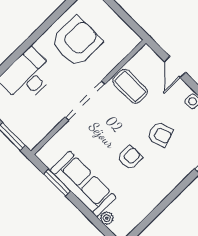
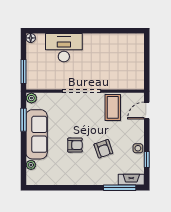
armchair: (76, 42) -> (108, 55), removed
door: (175, 67) -> (147, 110), moved
plant: (44, 154) -> (31, 98), added

